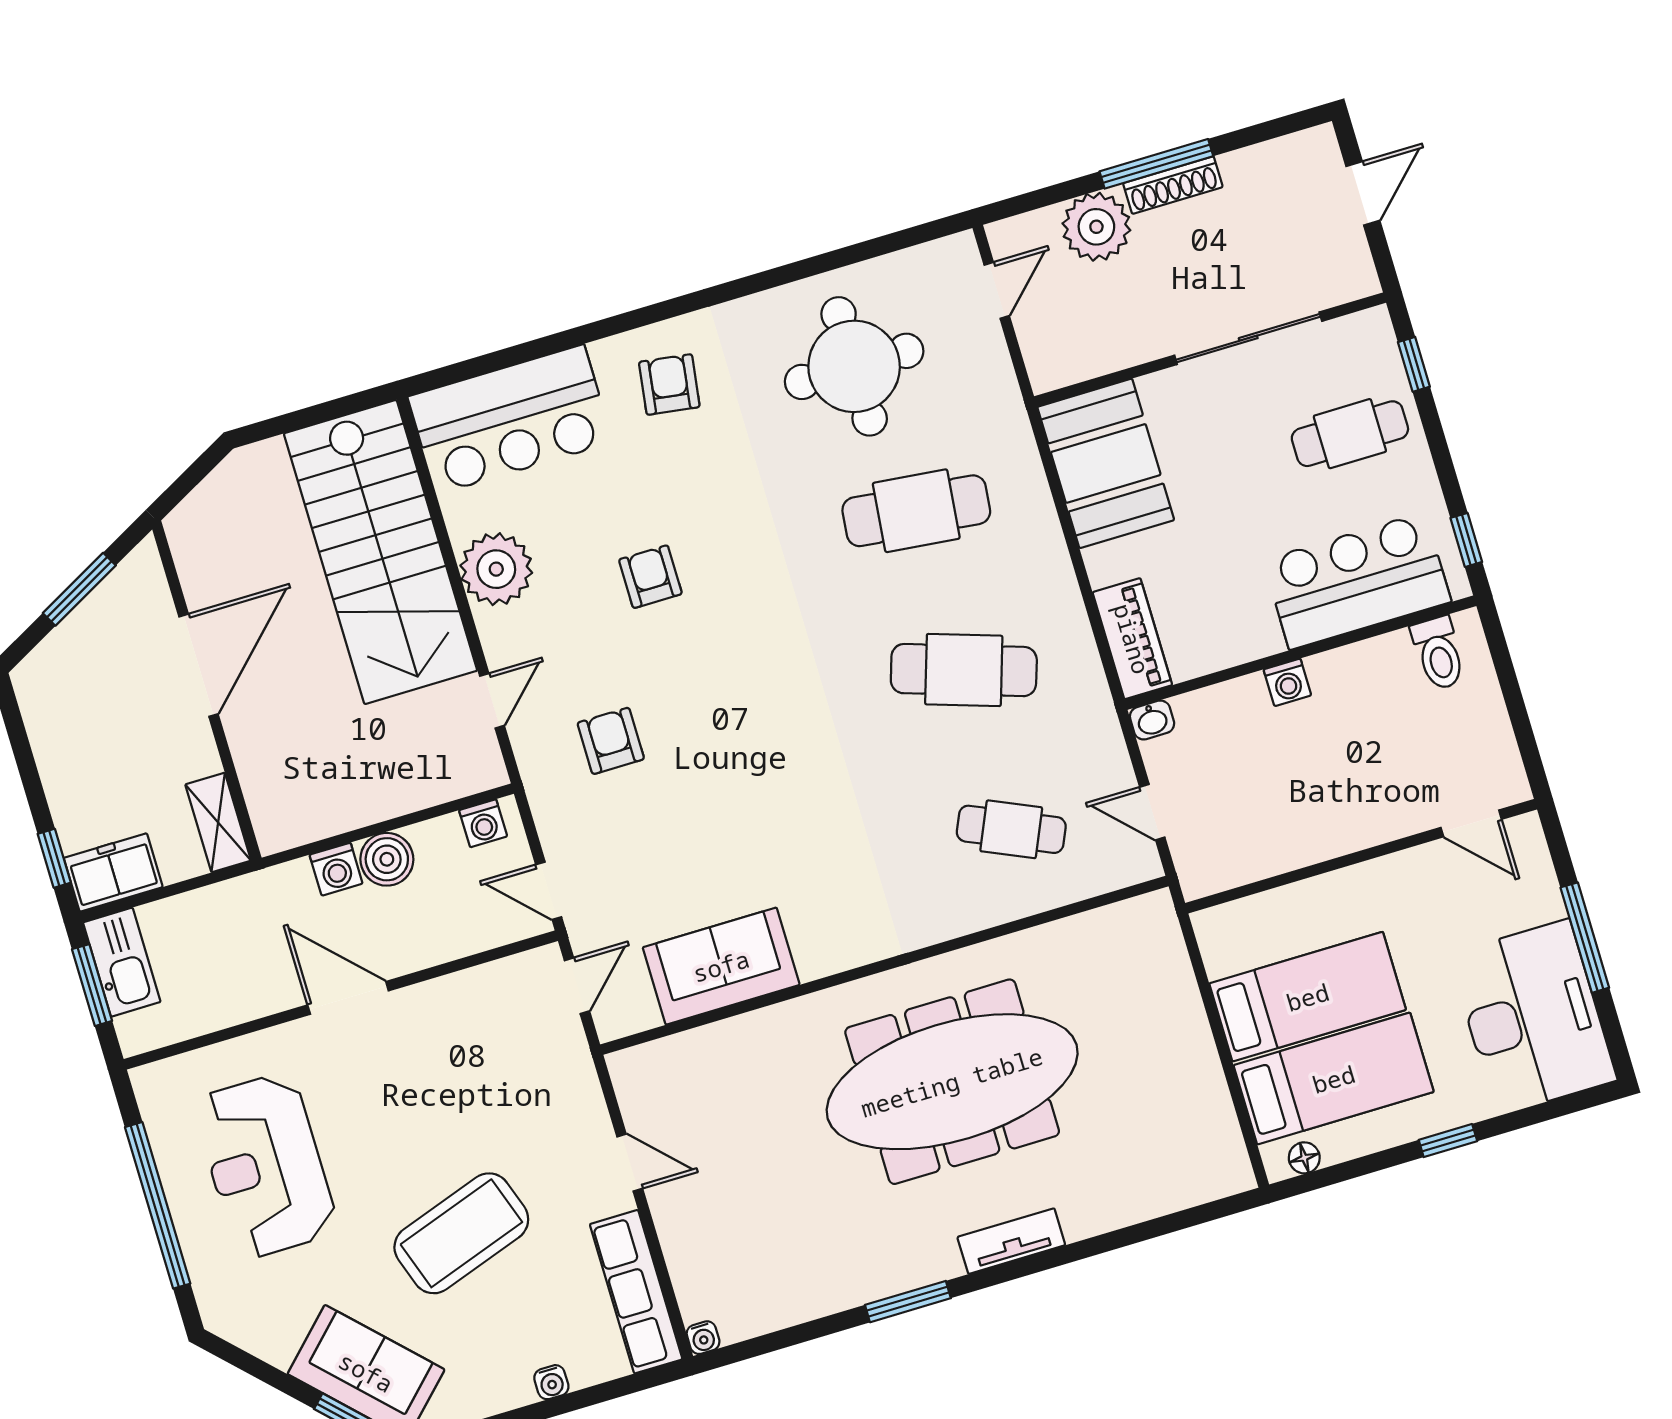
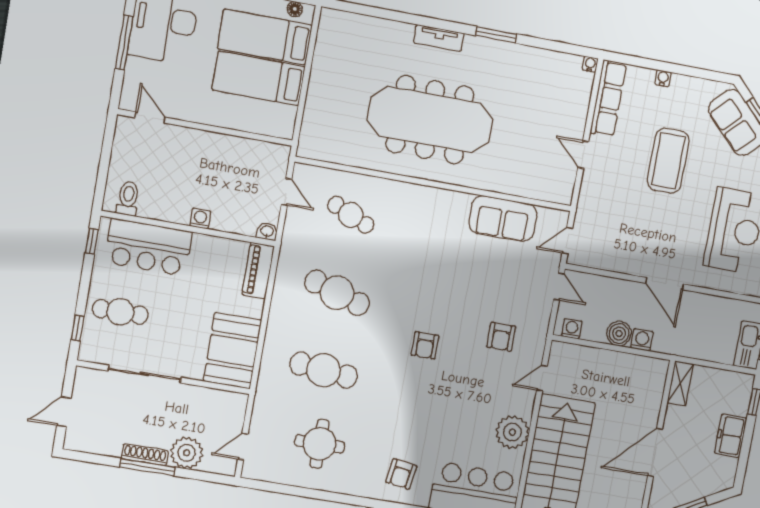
round table: (854, 366) -> (320, 444), width x0.73, depth x0.73
armchair: (650, 577) -> (425, 345), moved
freezer: (113, 872) -> (731, 436), moved, turned 90
coffee table: (461, 1233) -> (668, 161), turned -71

